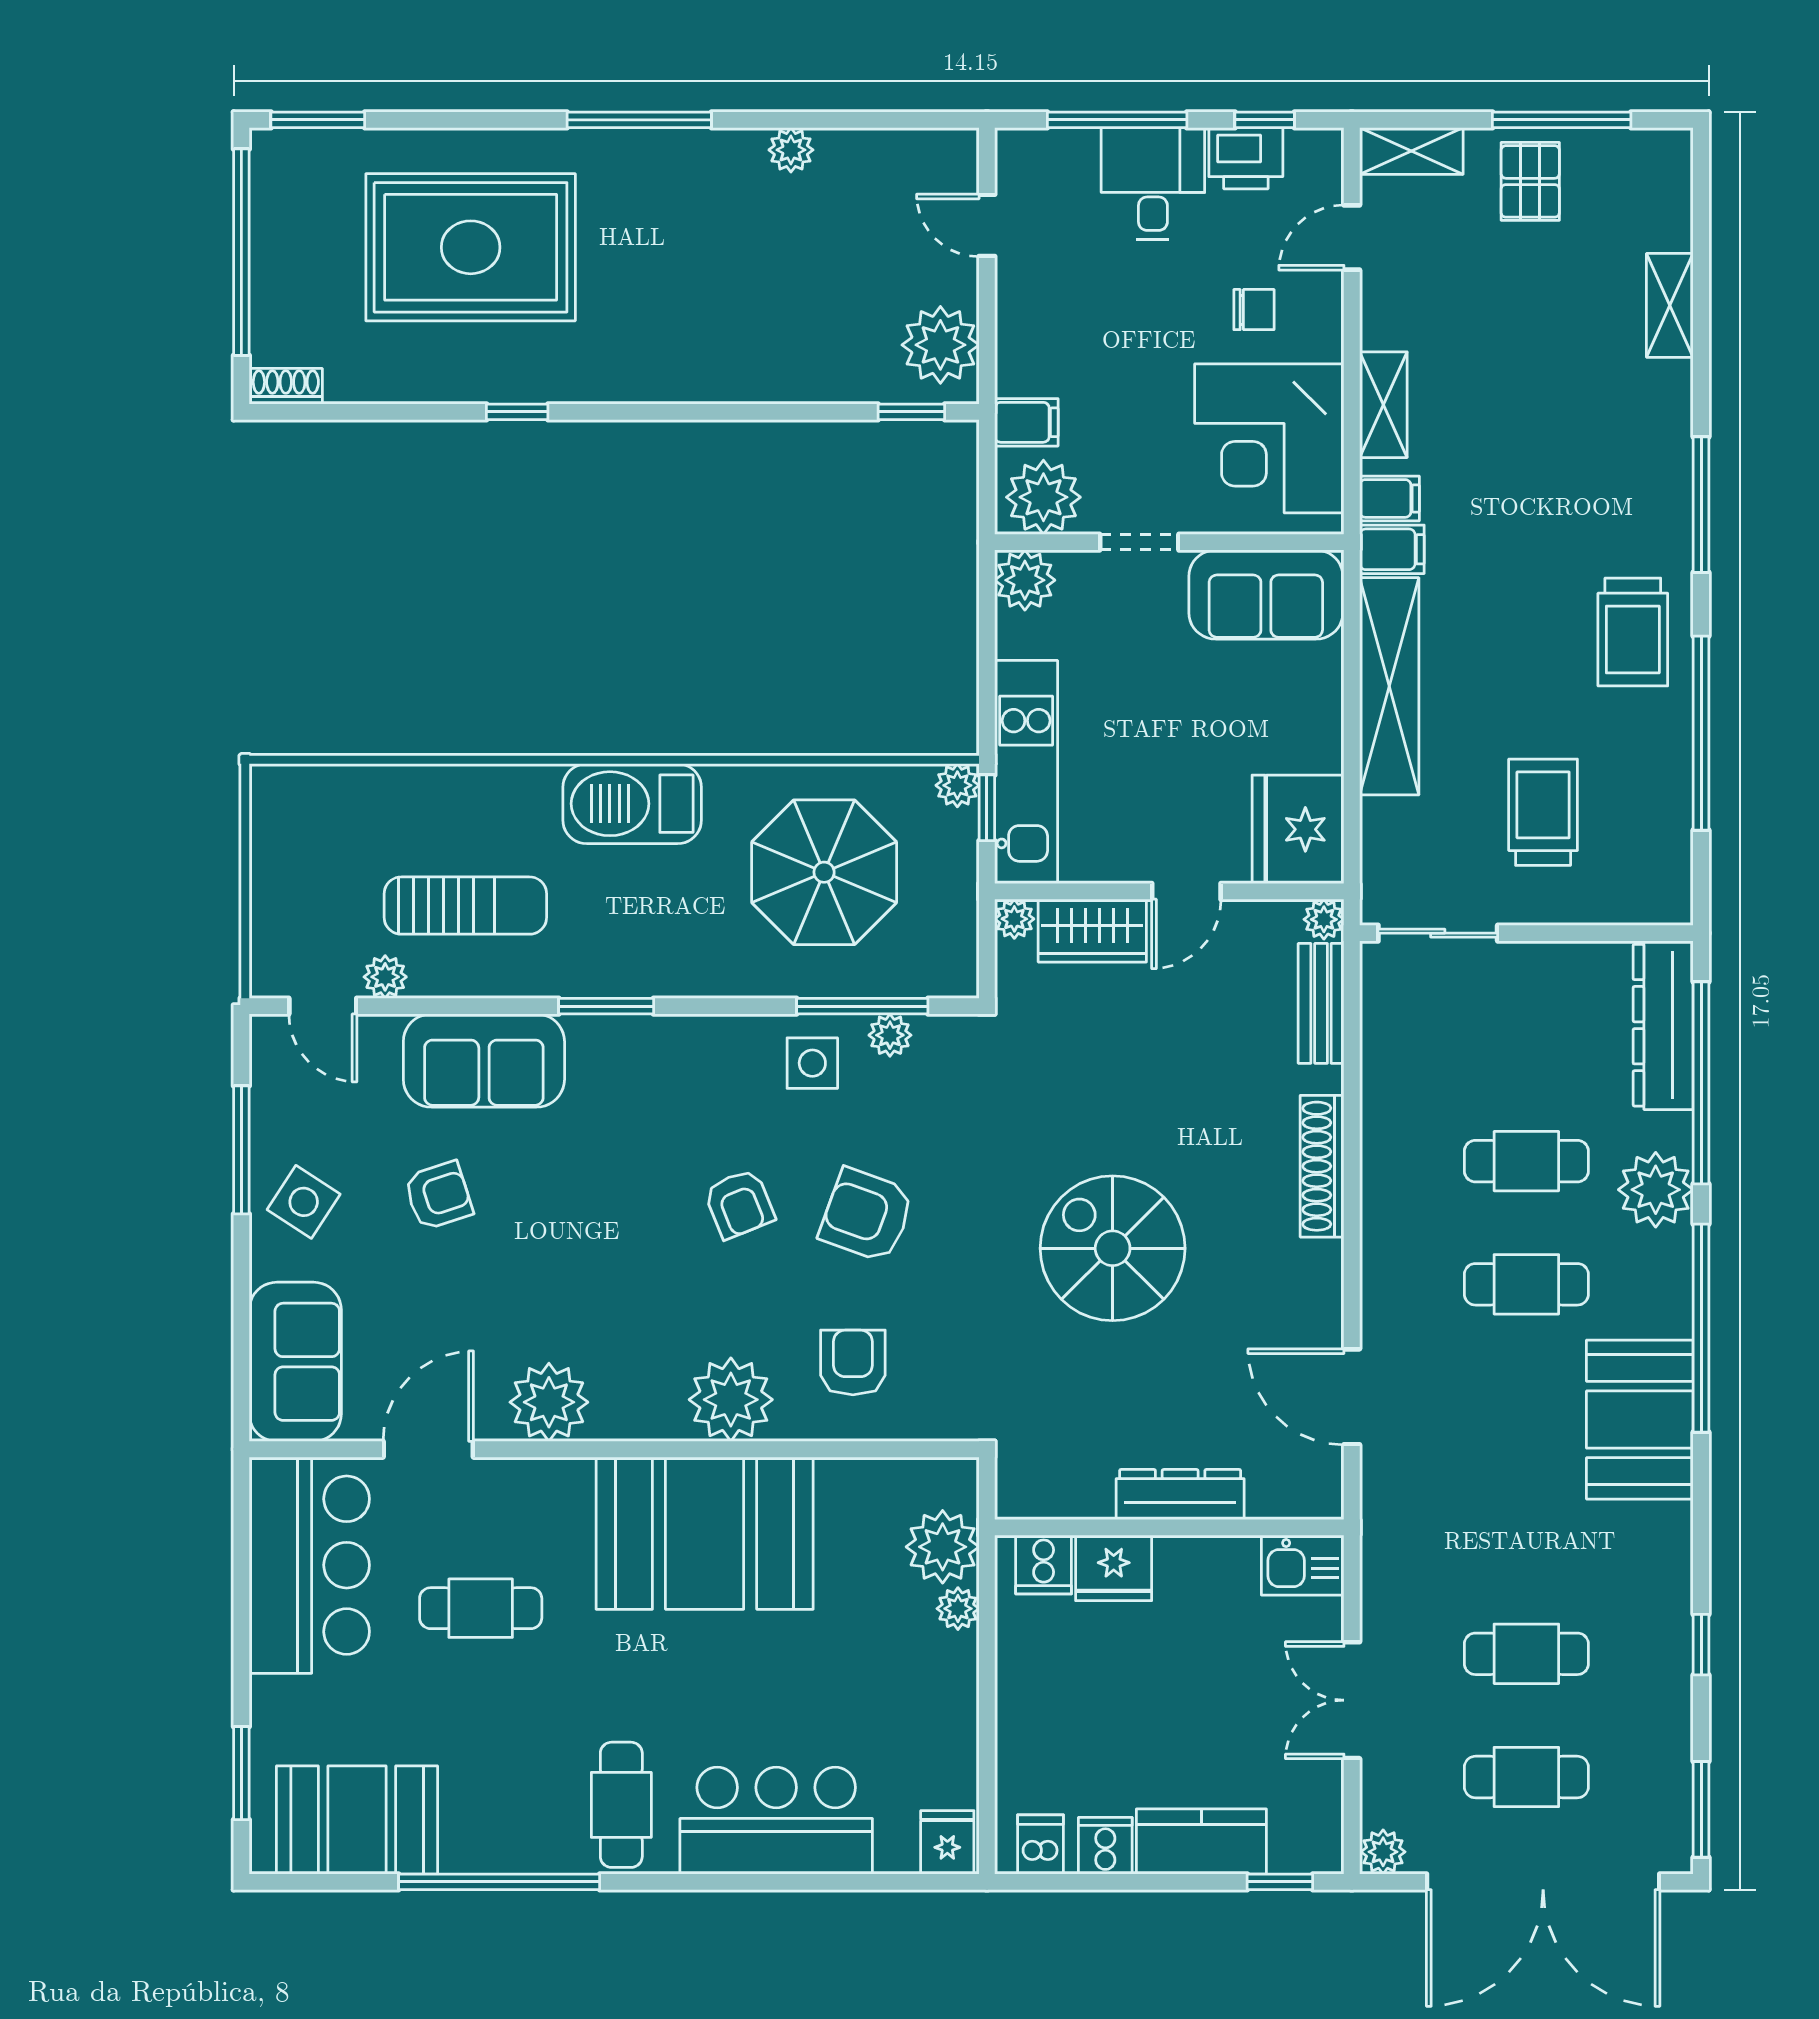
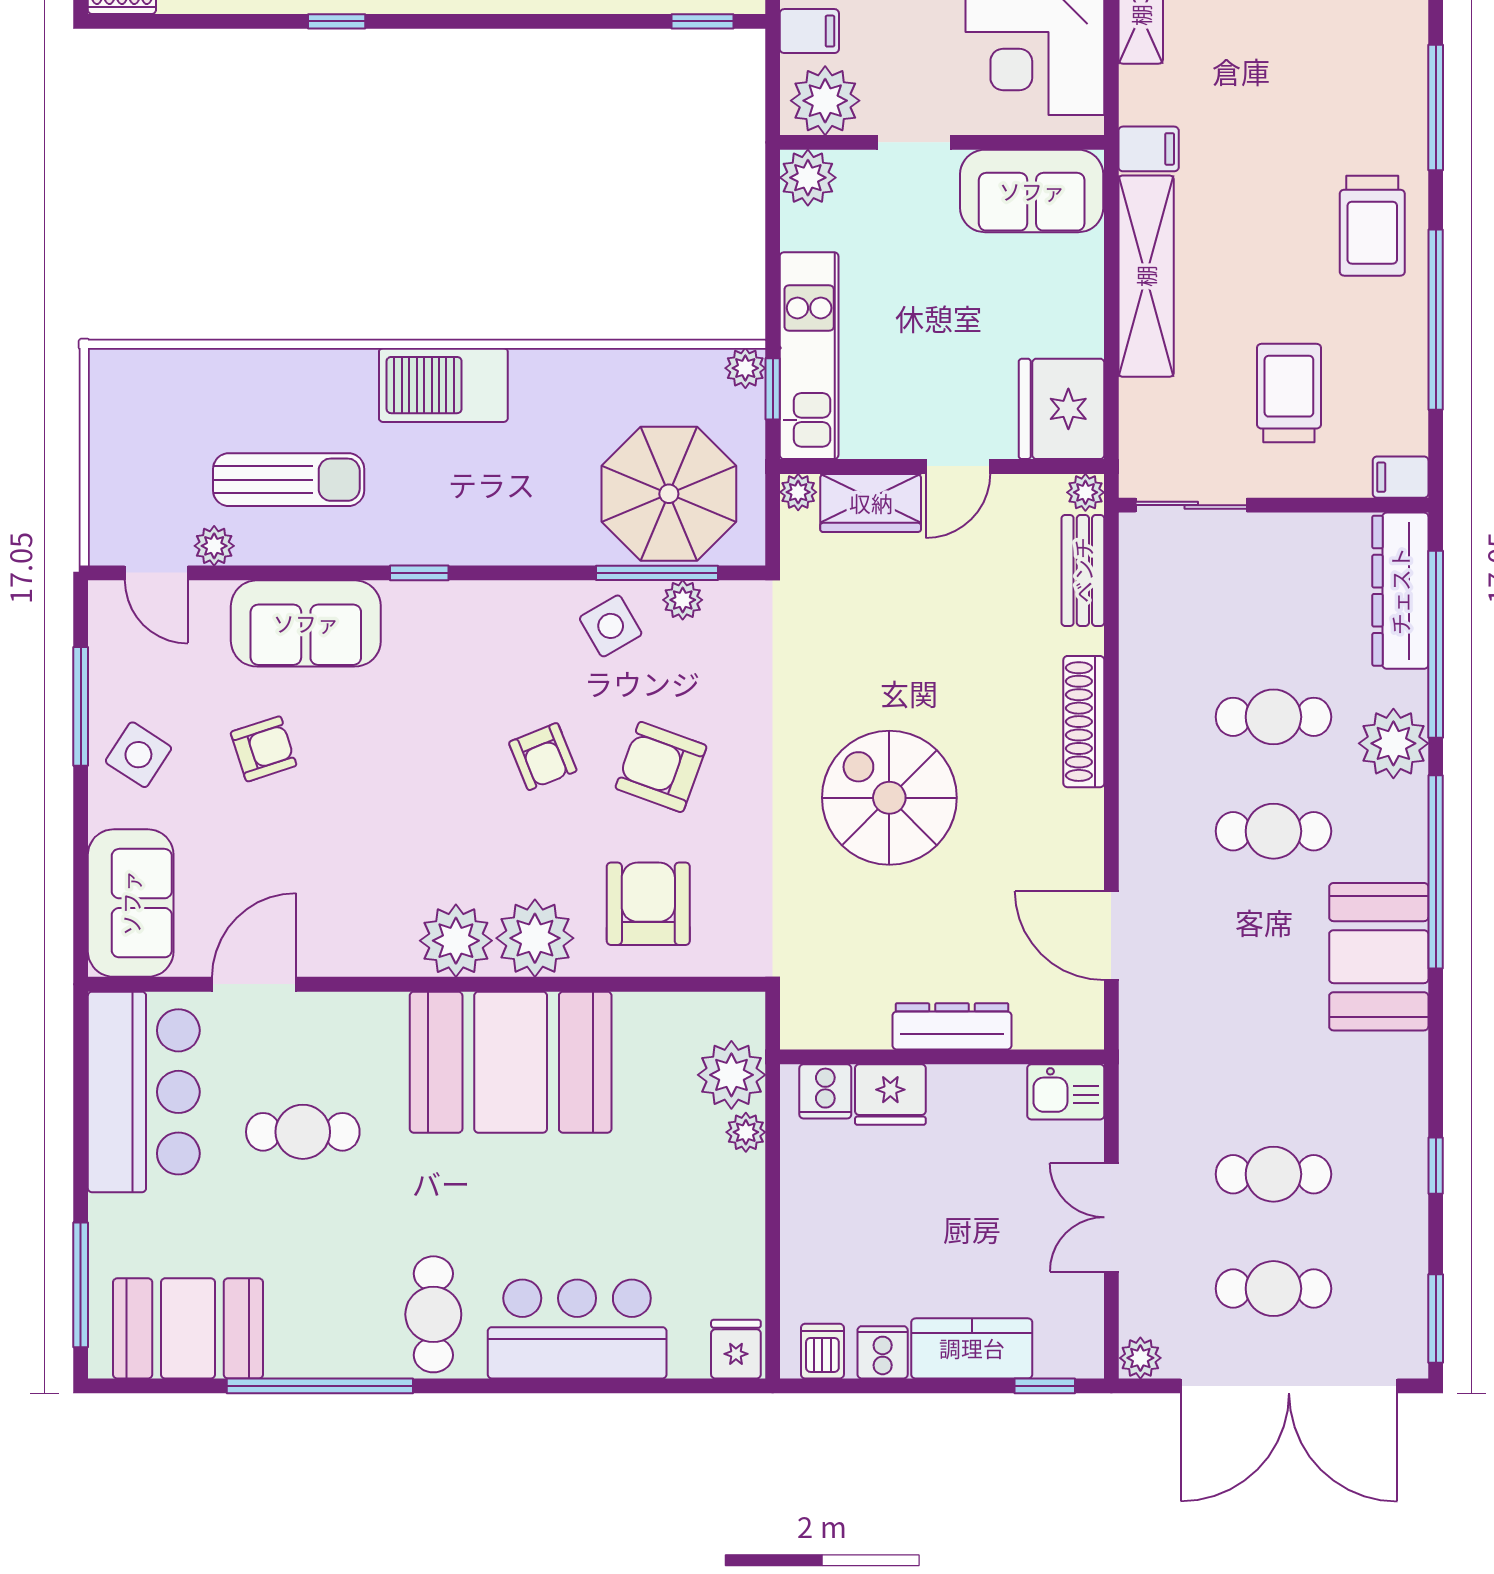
filing cabinet: (1389, 498) -> (1401, 477), moved, turned 180
parasol: (824, 872) -> (669, 494), moved
window: (606, 1006) -> (419, 573), width x0.67
side table: (812, 1063) -> (611, 626), turned -30
armchair: (853, 1362) -> (648, 904), width x1.38, depth x1.38
plant: (549, 1402) -> (456, 941), moved
window: (241, 1773) -> (81, 1285), width x1.44

